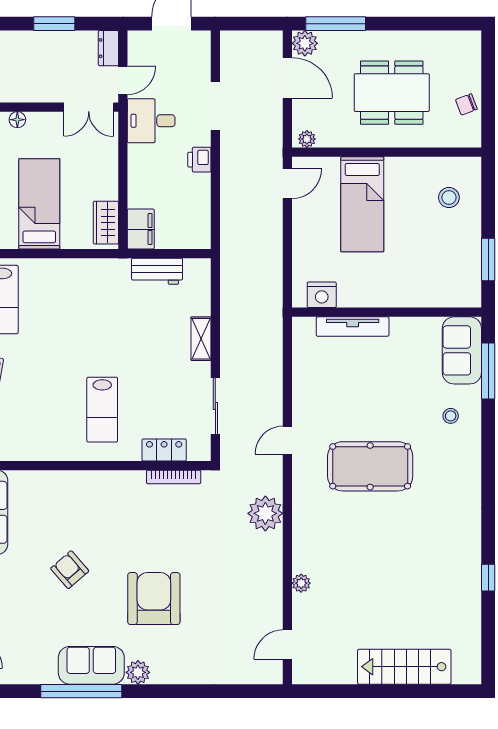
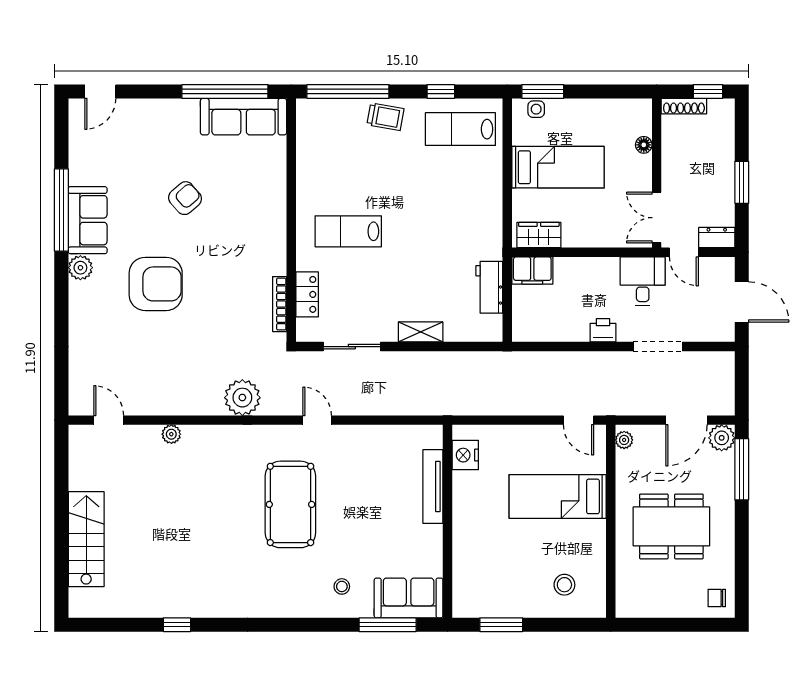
dining table: (392, 93) -> (671, 526), turned 90
chair: (466, 104) -> (717, 598), moved, turned -69

